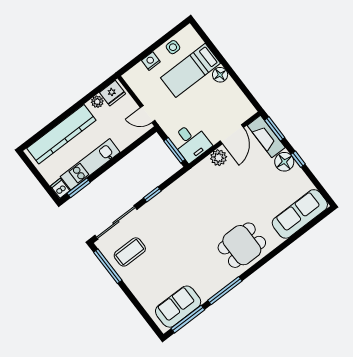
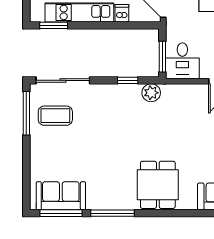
plant: (219, 158) -> (151, 93), moved
dishwasher: (60, 188) -> (122, 13), moved
window: (152, 194) -> (128, 80), moved
dining table: (242, 245) -> (158, 185), turned 90

